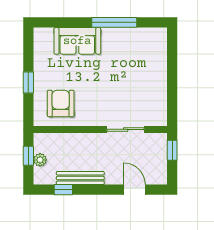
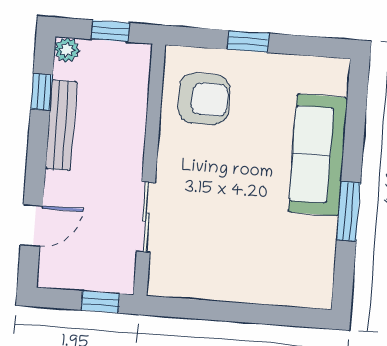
window: (114, 22) -> (349, 211), width x0.69
sofa: (77, 41) -> (318, 155), width x1.36
plant: (40, 160) -> (67, 50), moved

